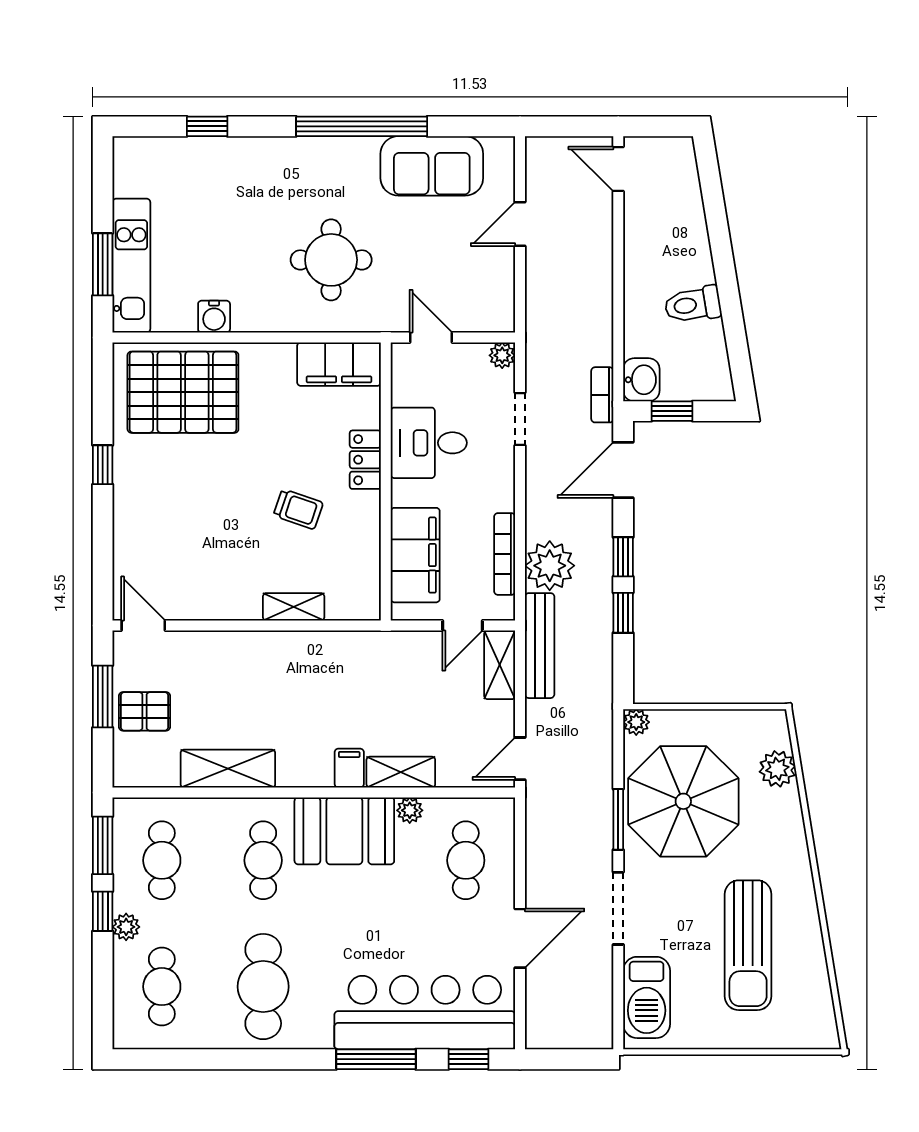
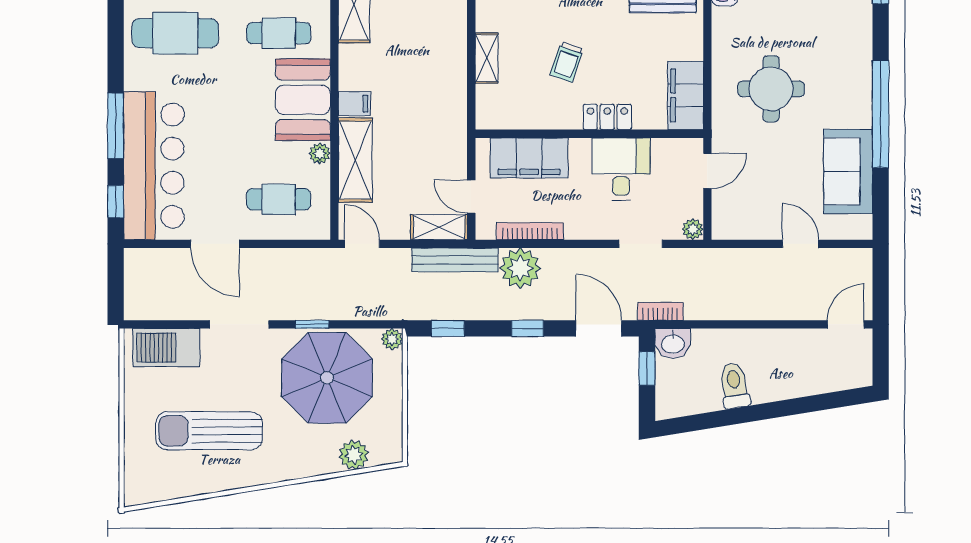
window: (623, 613) -> (448, 328), moved
shelving: (401, 772) -> (355, 160), width x1.50, depth x1.33
window: (618, 819) -> (312, 324), width x0.67

